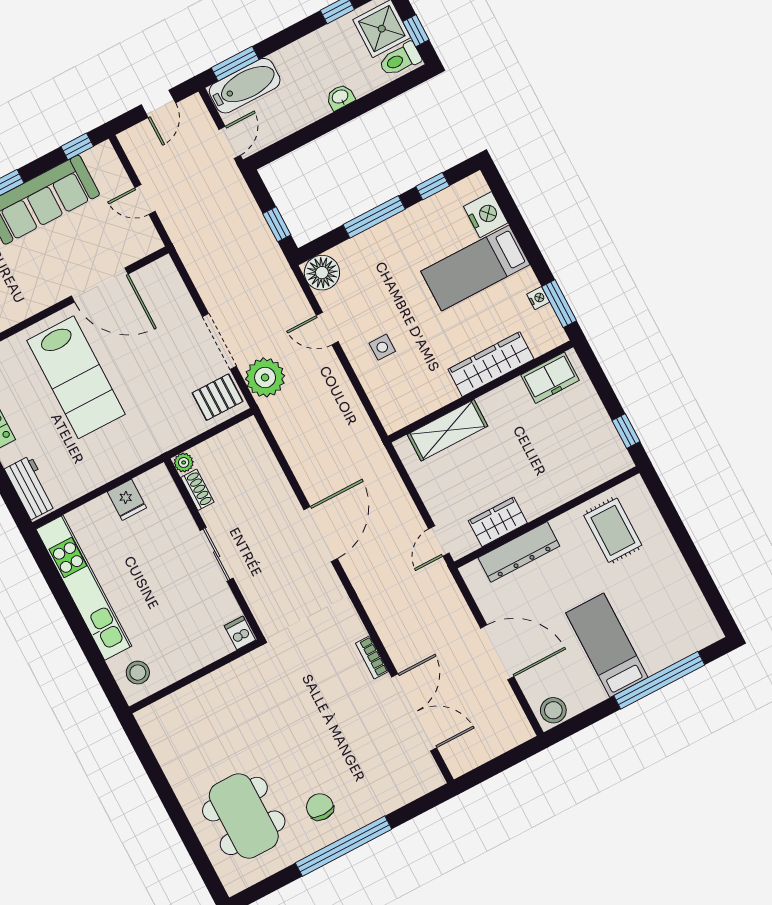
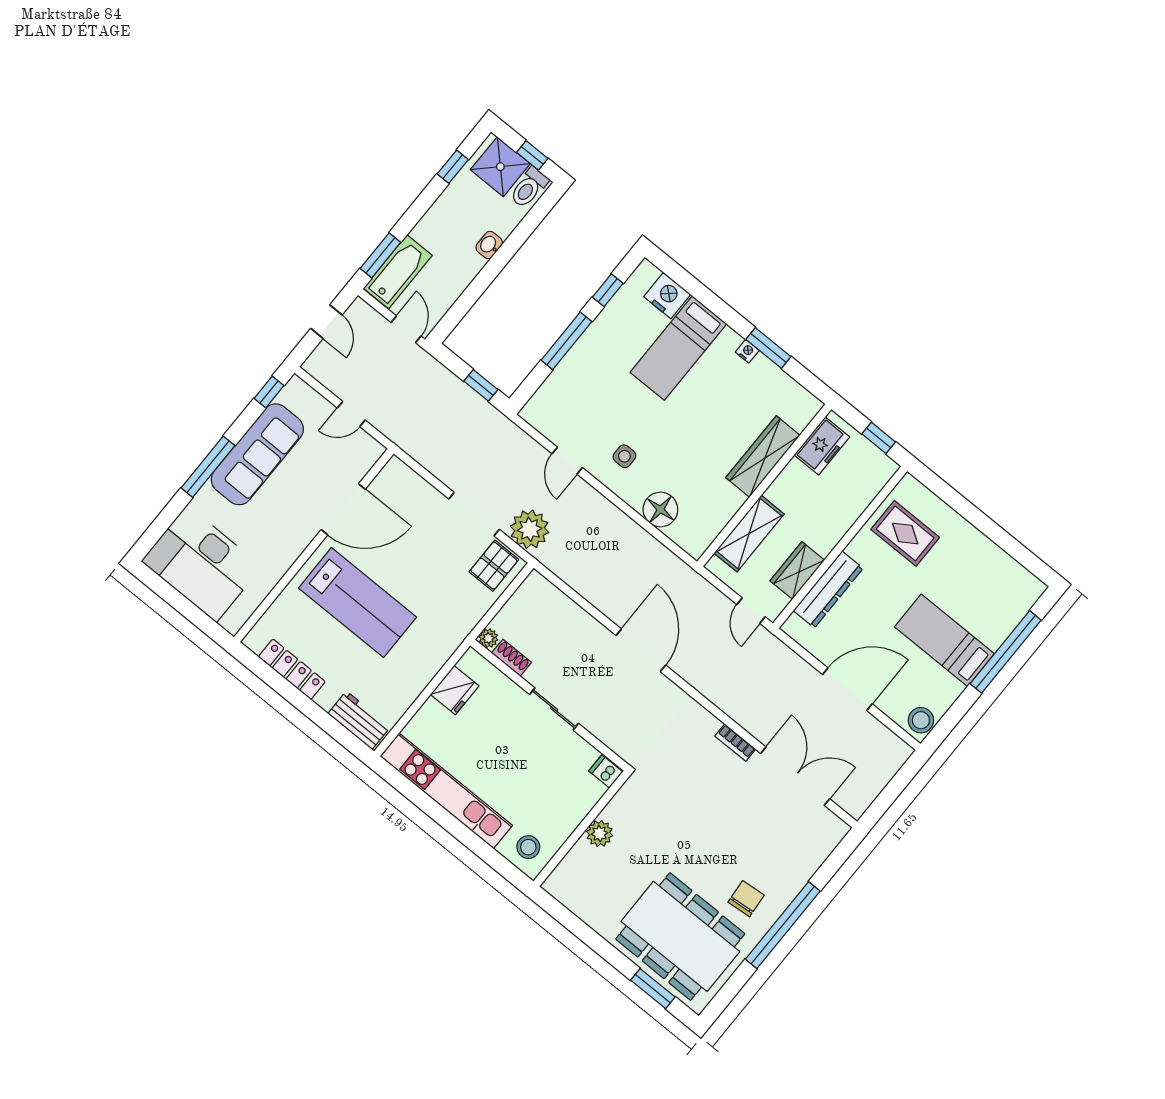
floor lamp: (322, 273) -> (660, 509), moved
door: (327, 329) -> (567, 461), hinge flipped
wardrobe: (491, 364) -> (763, 457), moved
freezer: (550, 378) -> (822, 446), moved
wall: (481, 392) -> (764, 485), moved
shelving: (447, 430) -> (749, 534), moved
fridge: (127, 500) -> (455, 690), width x1.38
plant: (210, 688) -> (600, 833), added
chair: (320, 807) -> (746, 899), turned 85
dining table: (244, 816) -> (680, 936), width x1.36, depth x1.24
window: (197, 854) -> (653, 989), added

